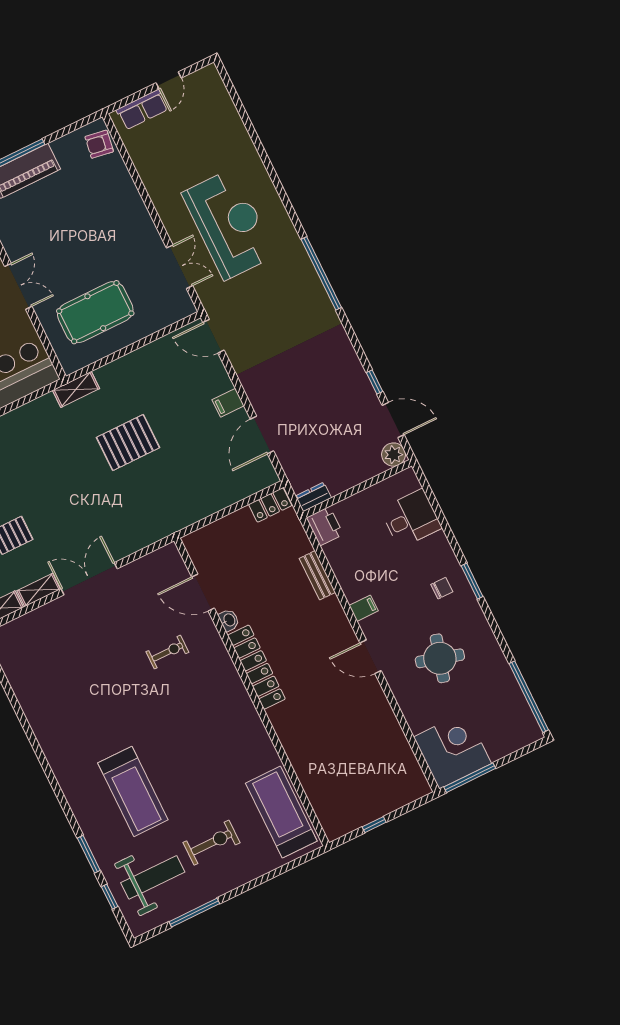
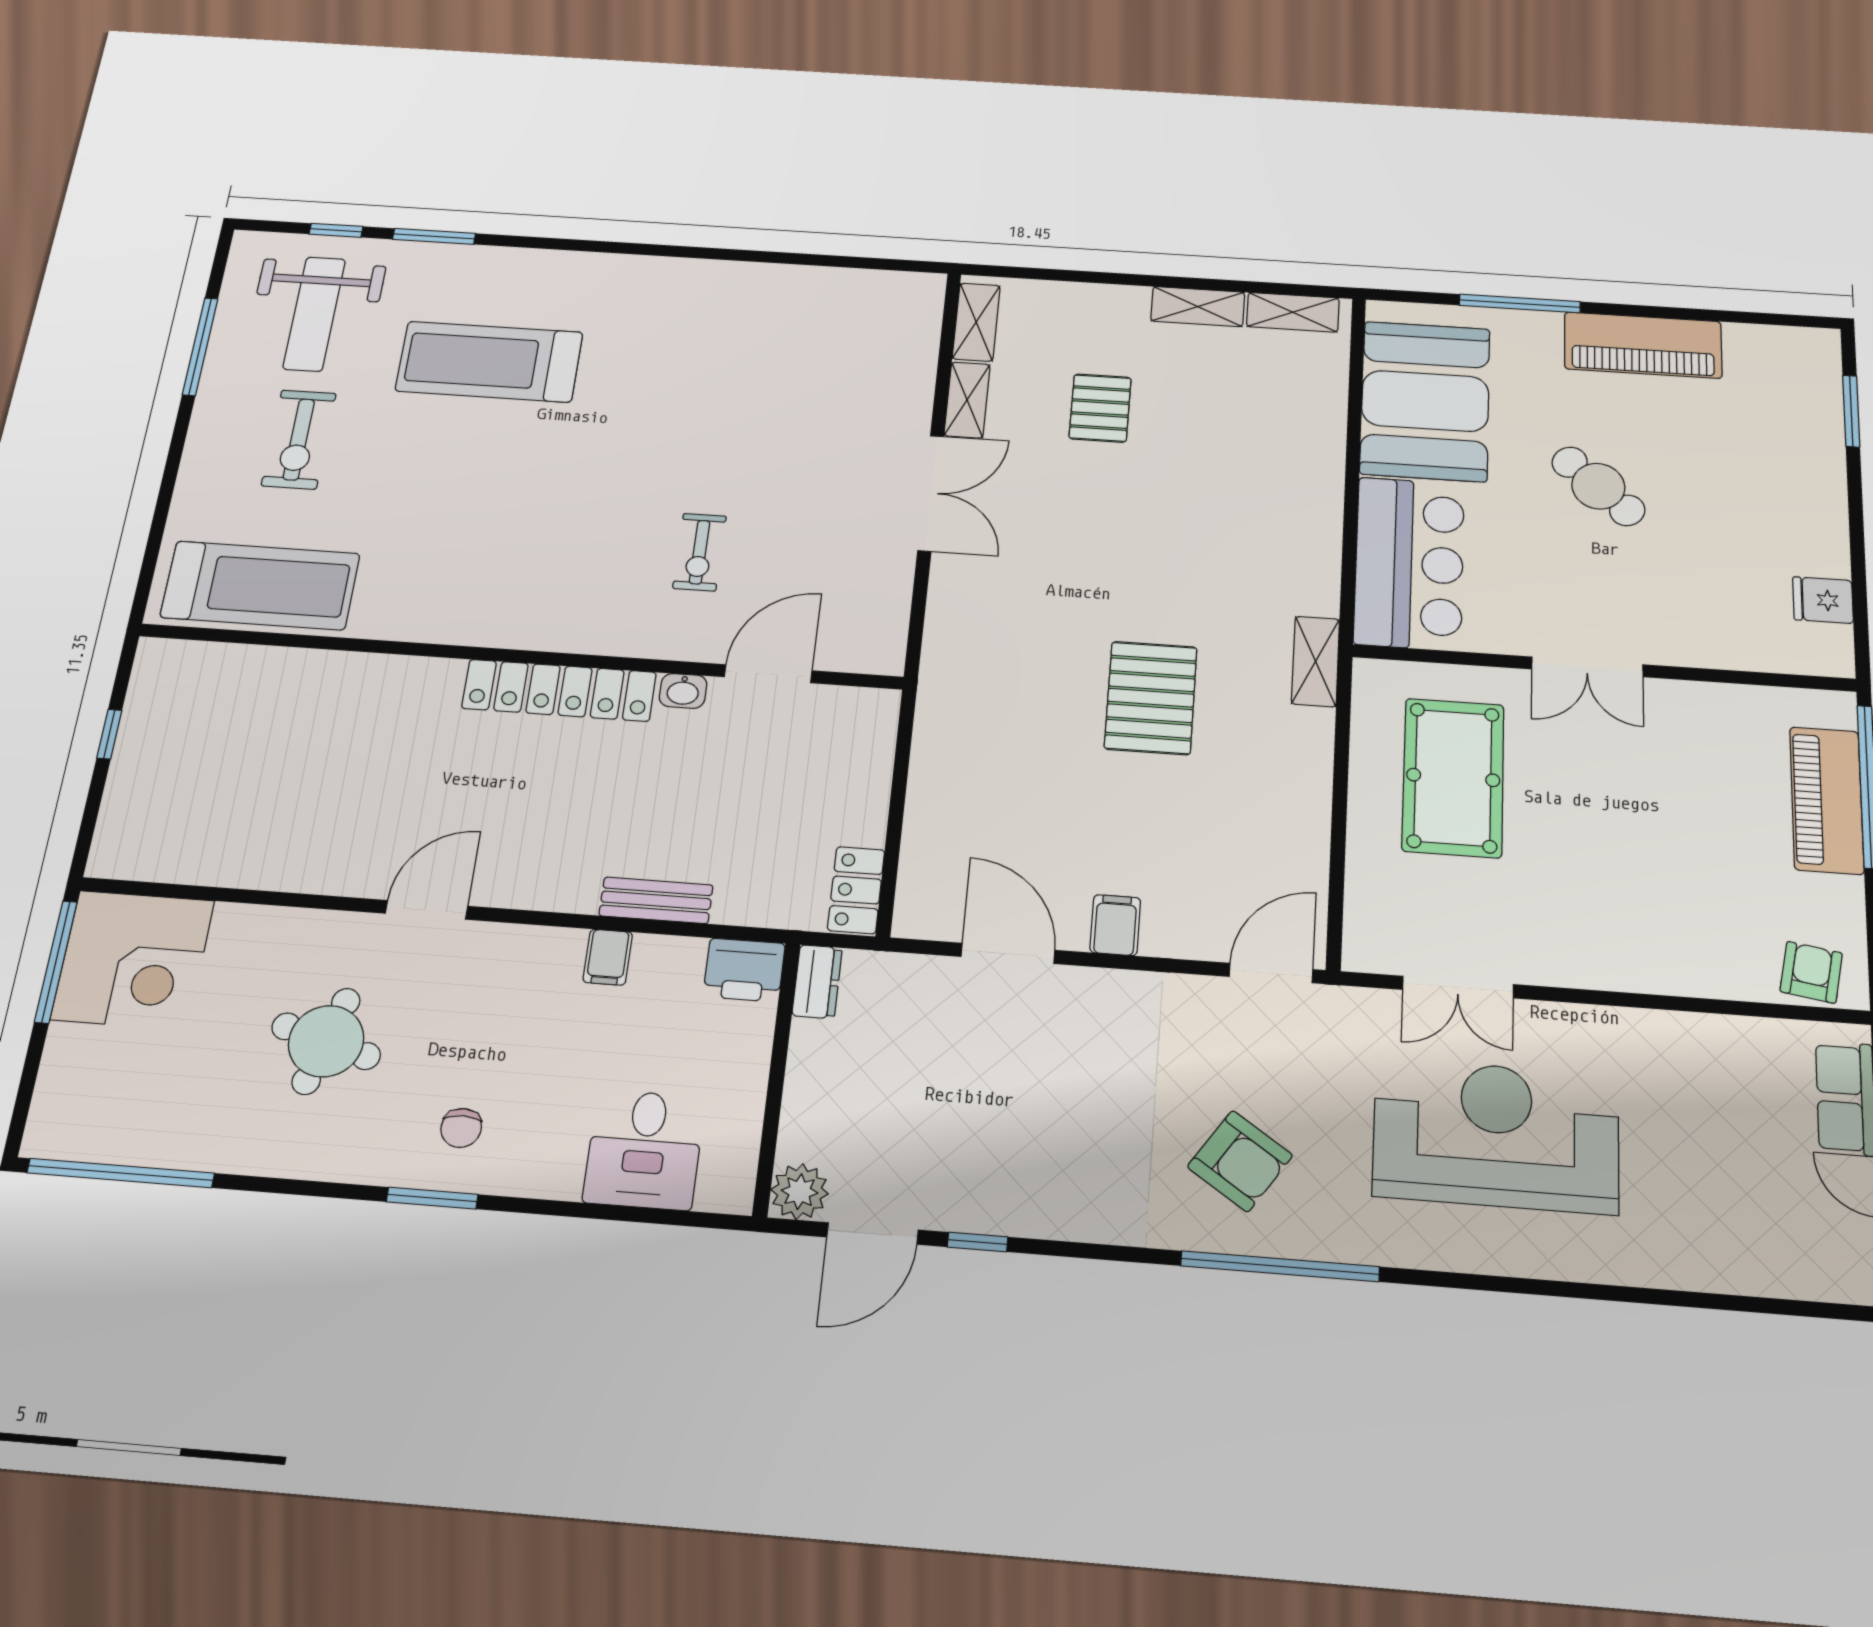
reception desk: (229, 224) -> (1496, 1135), turned 180
armchair: (291, 308) -> (1240, 1161), added
filing cabinet: (364, 608) -> (608, 957), moved

